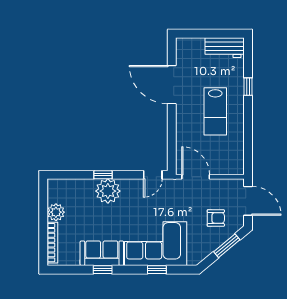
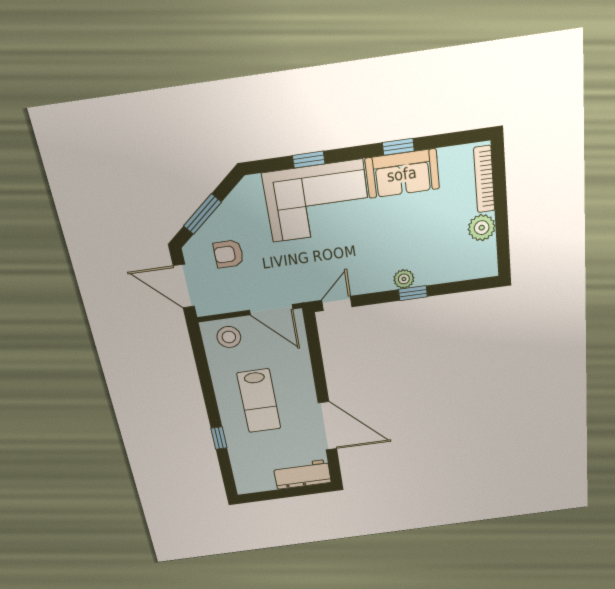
workbench: (225, 48) -> (302, 474), moved
lab bench: (215, 111) -> (259, 401), turned 180
stool: (226, 162) -> (229, 337), added
plant: (108, 191) -> (404, 279), width x0.53, depth x0.53

